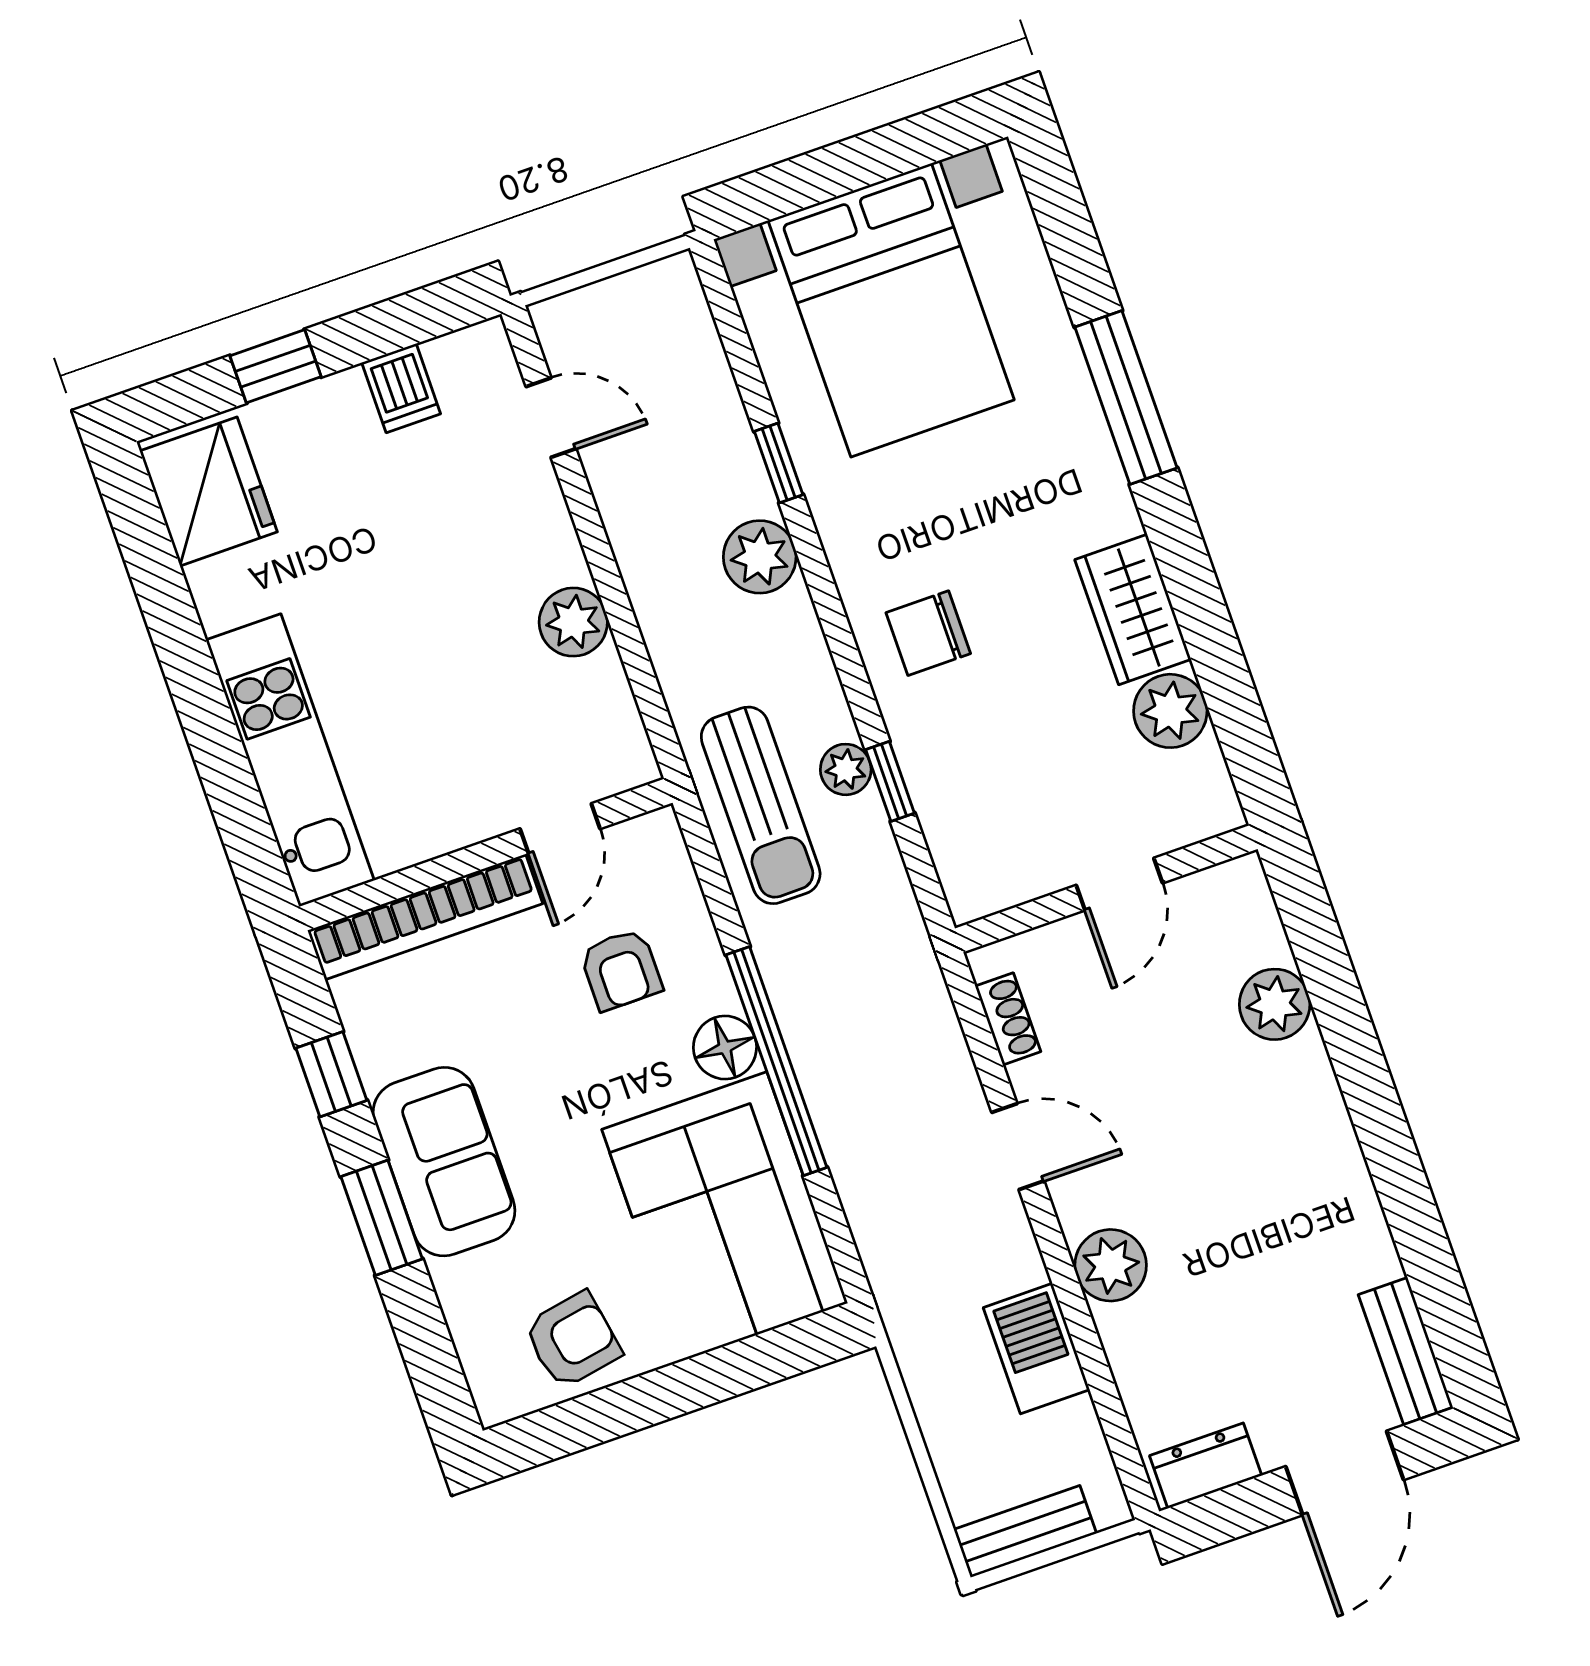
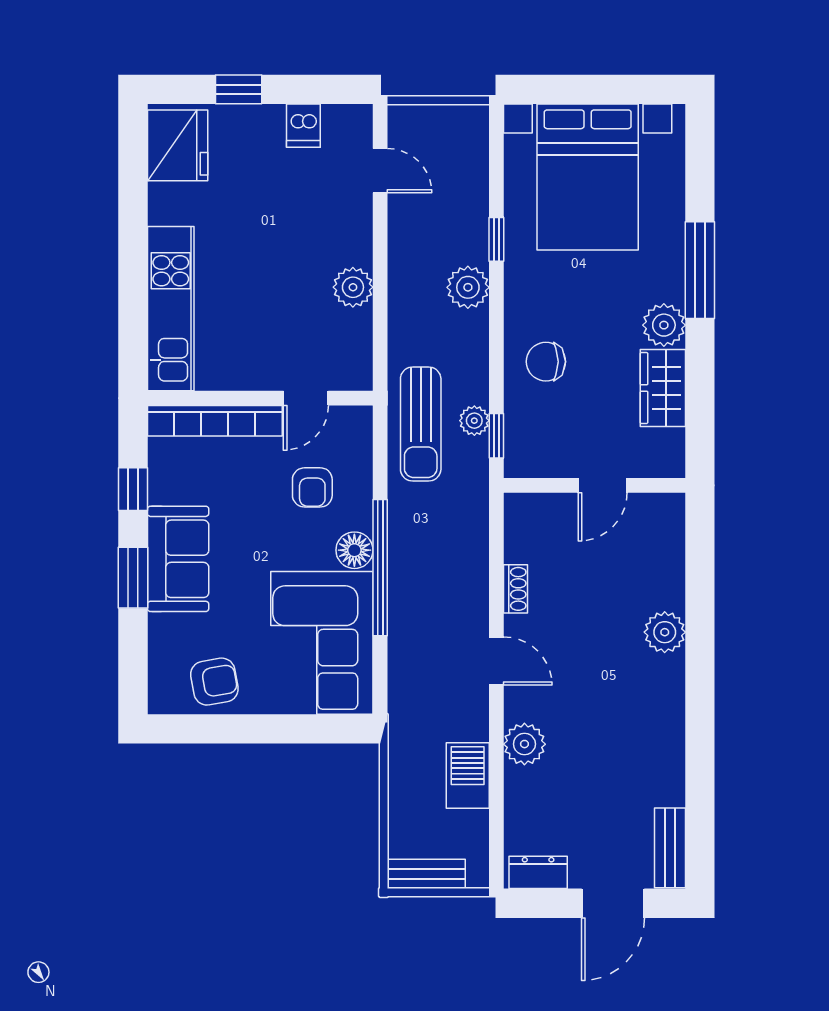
plant: (1170, 711) -> (664, 325), moved
door: (1119, 884) -> (603, 485), moved
wall: (1106, 889) -> (594, 485), moved

